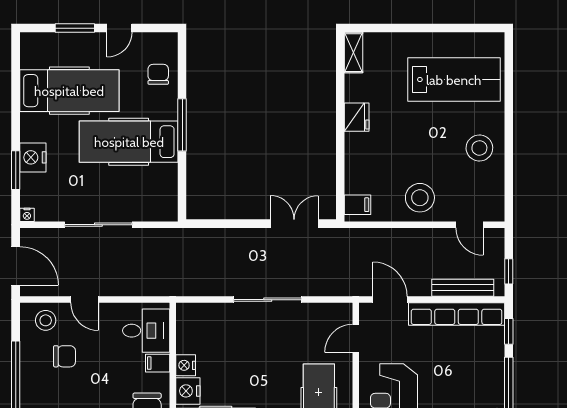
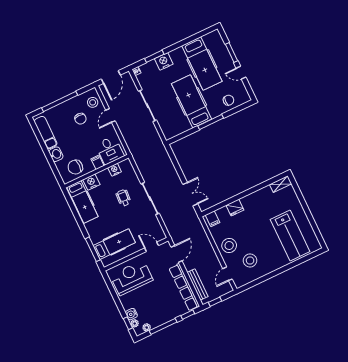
fridge: (357, 117) -> (235, 208), moved
stool: (479, 148) -> (250, 260), moved
wheelchair: (244, 347) -> (124, 198), added
nightstand: (186, 365) -> (115, 170), moved

